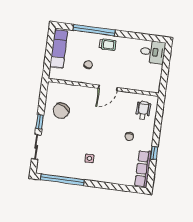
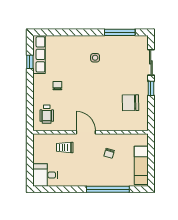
trolley: (108, 45) -> (65, 147), moved
door: (108, 88) -> (86, 132), hinge flipped
chair: (61, 111) -> (130, 103), turned -119
window: (154, 153) -> (30, 62), moved
window: (62, 180) -> (120, 32), width x0.68

